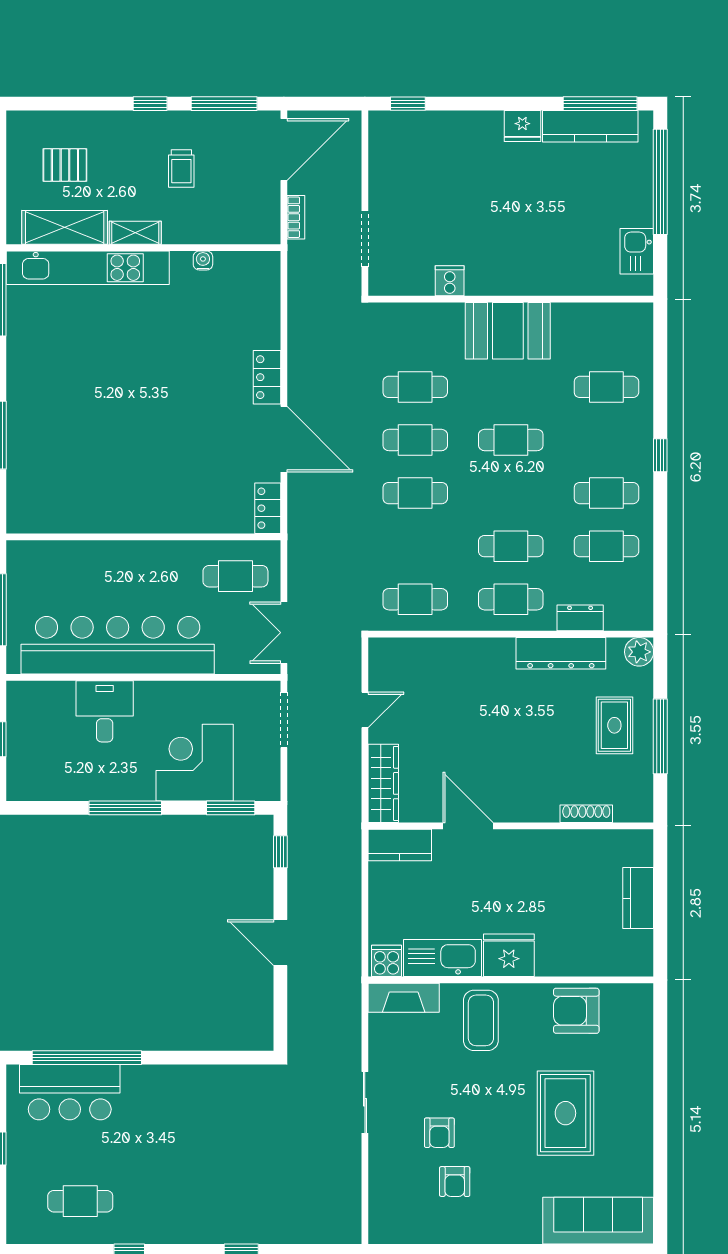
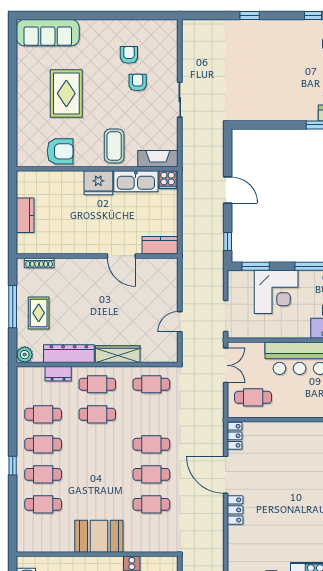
cafe table: (511, 440) -> (43, 474), moved
wardrobe: (383, 783) -> (118, 354), moved, turned 90
shoe rack: (586, 814) -> (39, 263), moved

